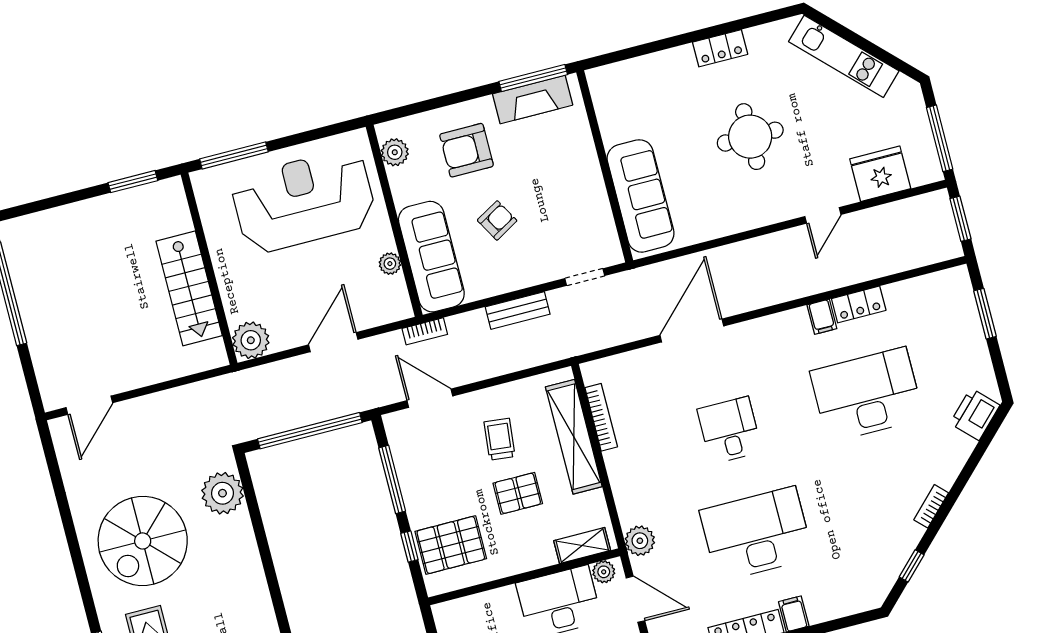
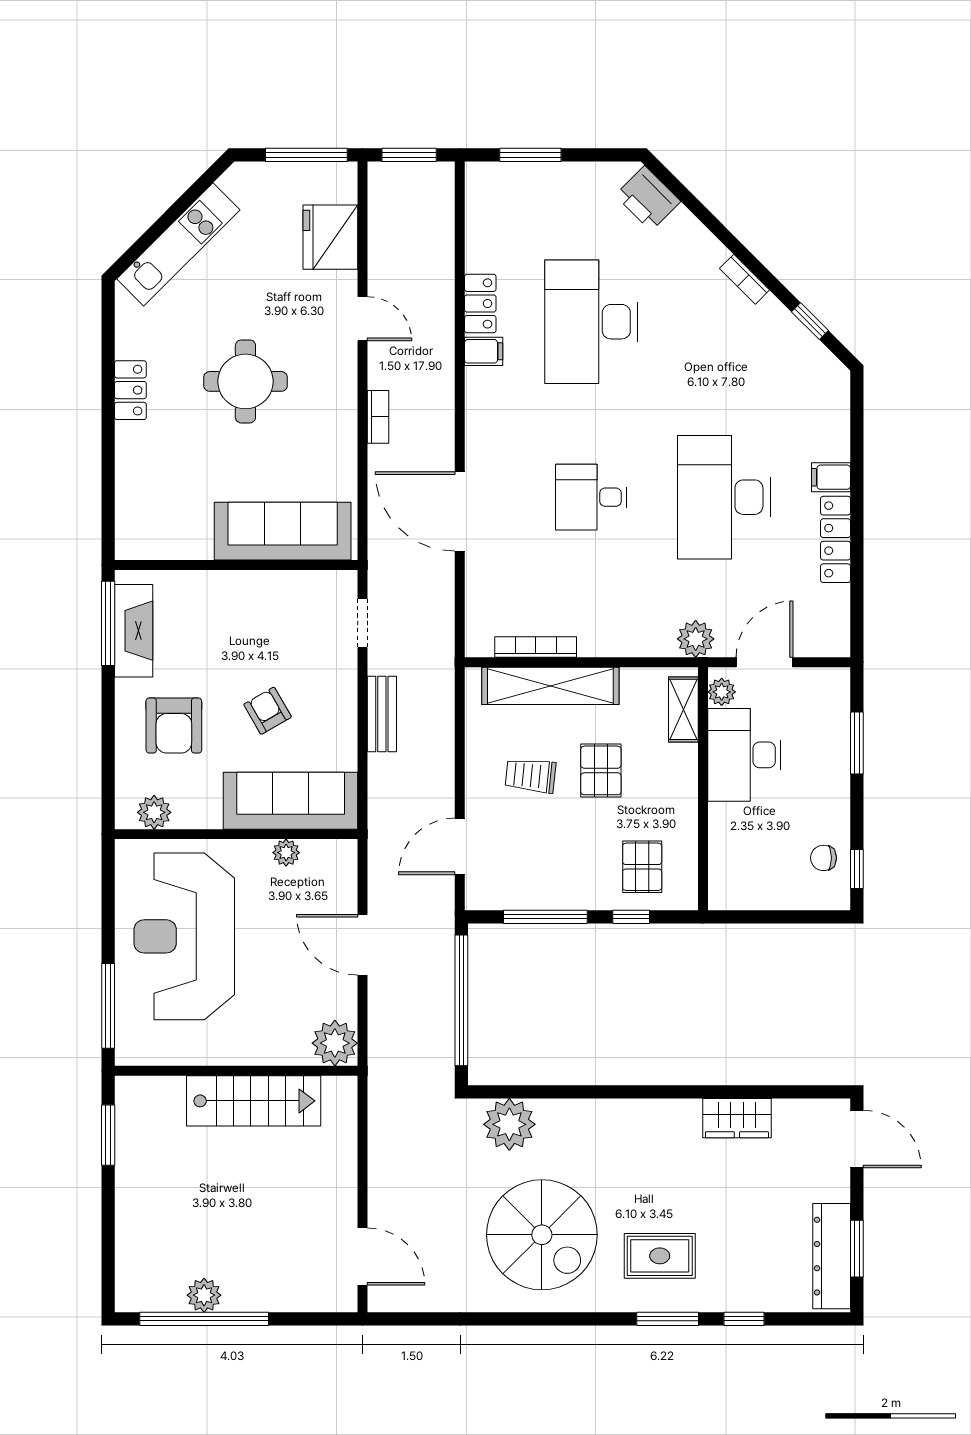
plant: (27, 289) -> (204, 1295), added
bookcase: (425, 331) -> (378, 417), moved
pallet: (451, 545) -> (642, 867), width x0.67, depth x0.71

